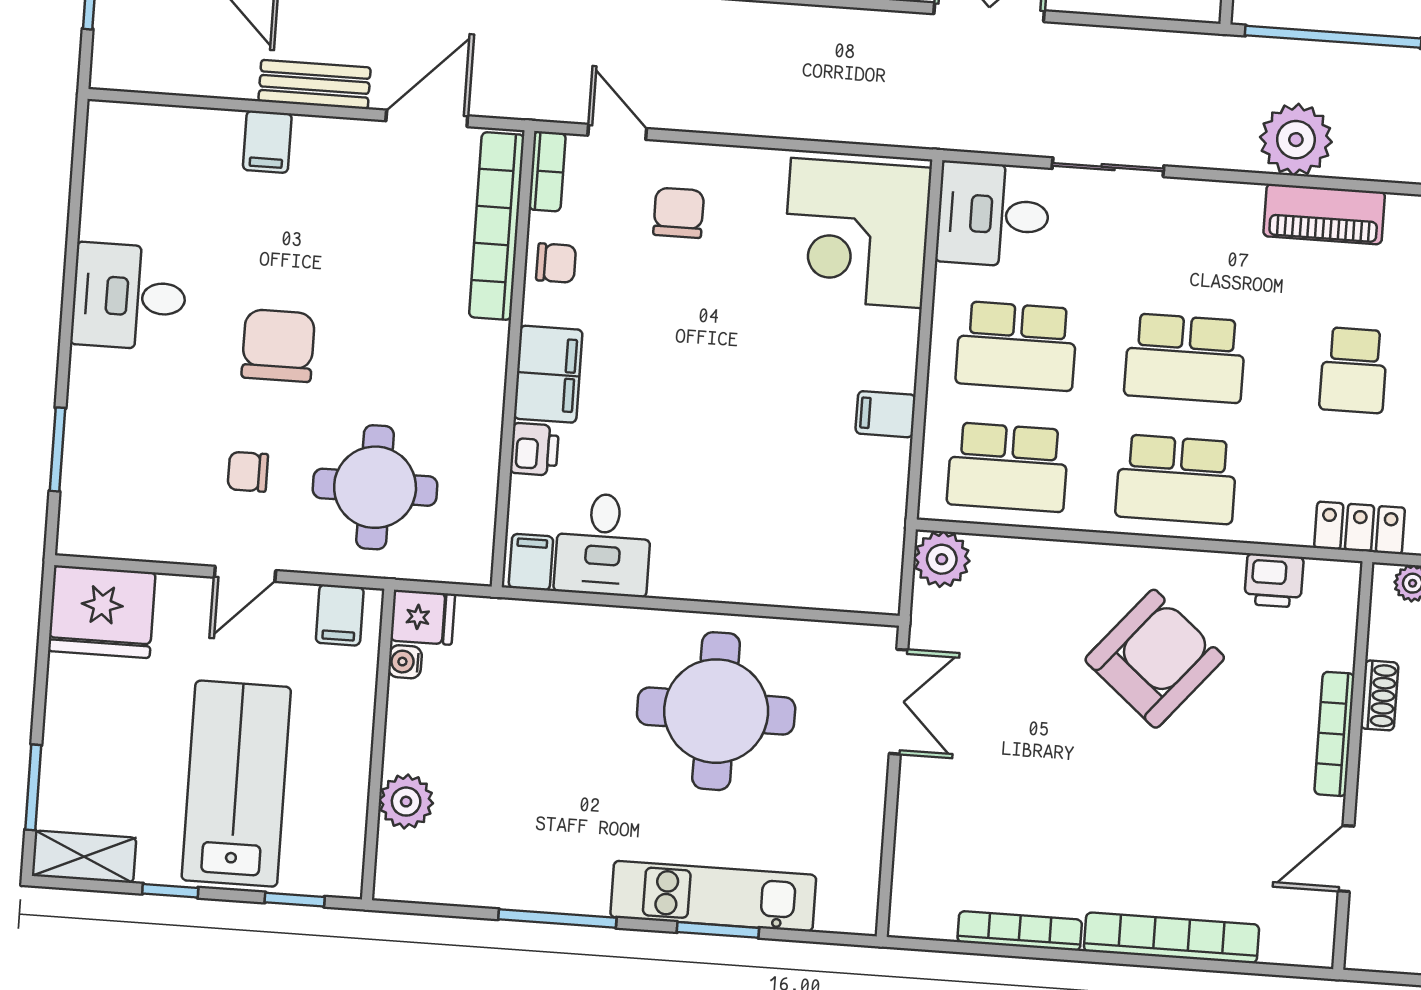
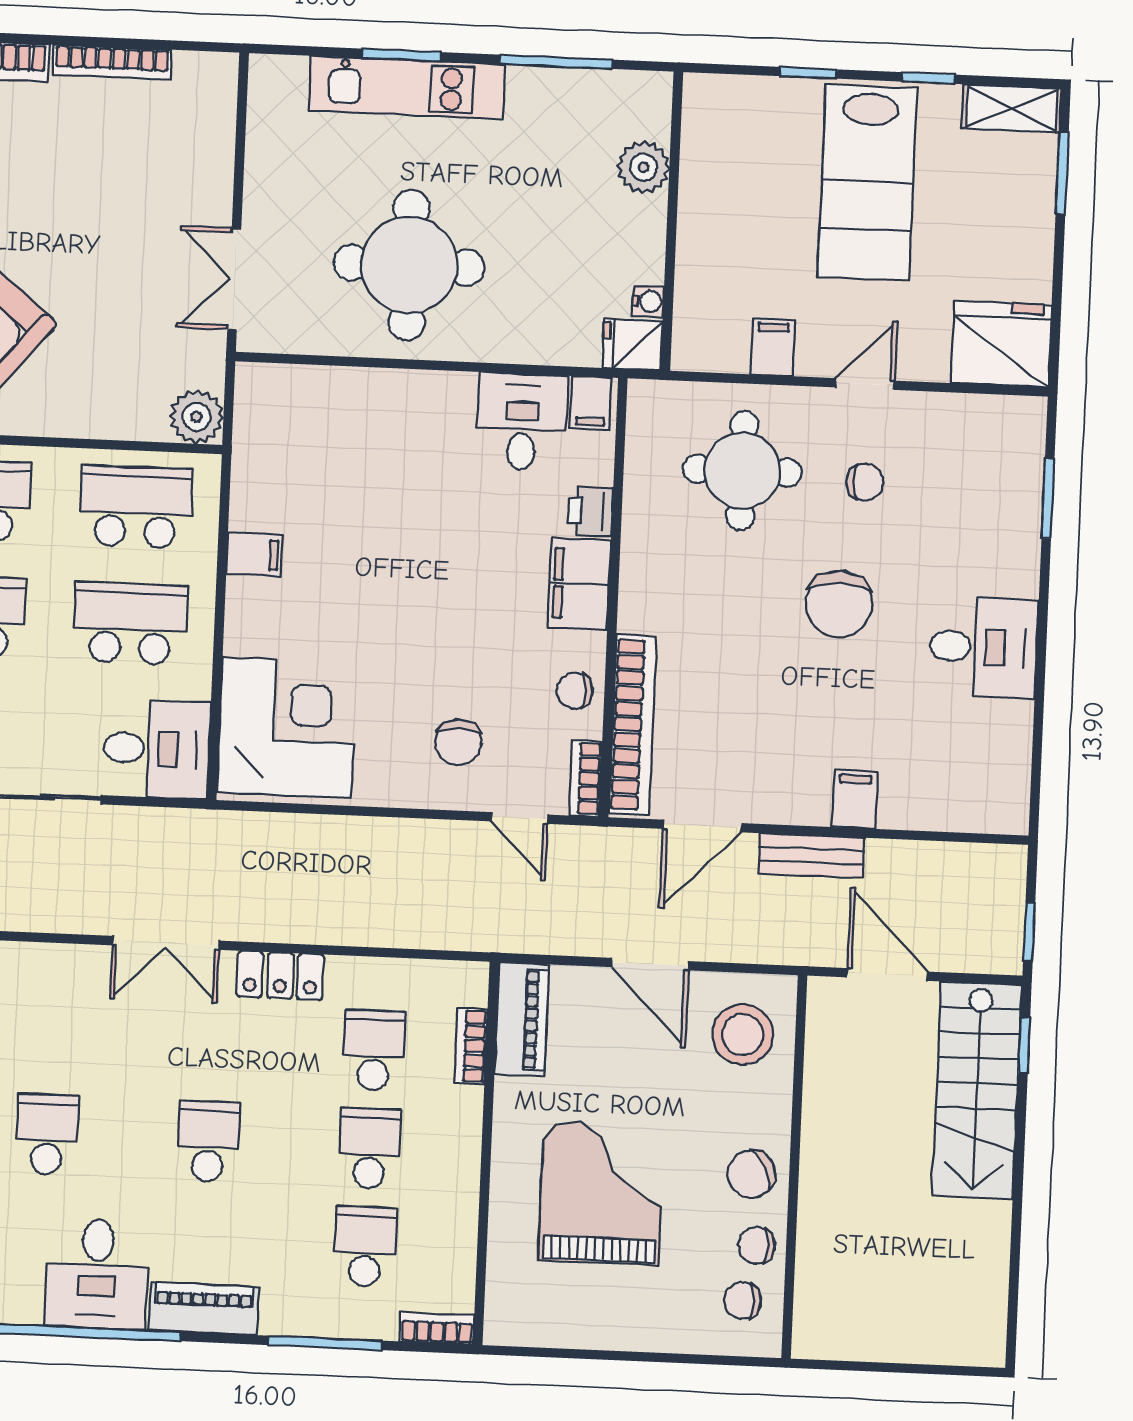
fridge: (423, 617) -> (632, 345), moved
water cooler: (405, 662) -> (648, 301), moved
wall: (378, 745) -> (672, 221), moved
plant: (406, 802) -> (643, 167), moved

